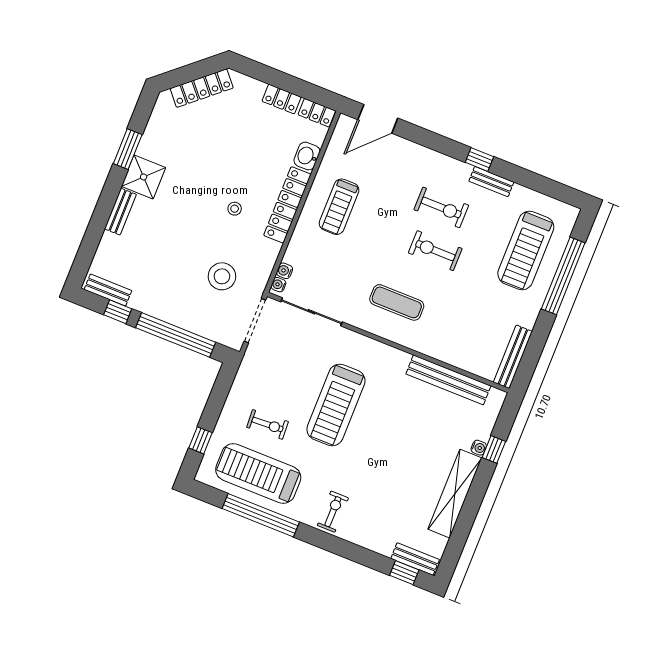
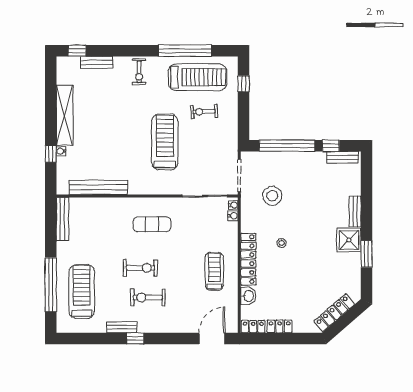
bench: (415, 559) -> (97, 62), moved

